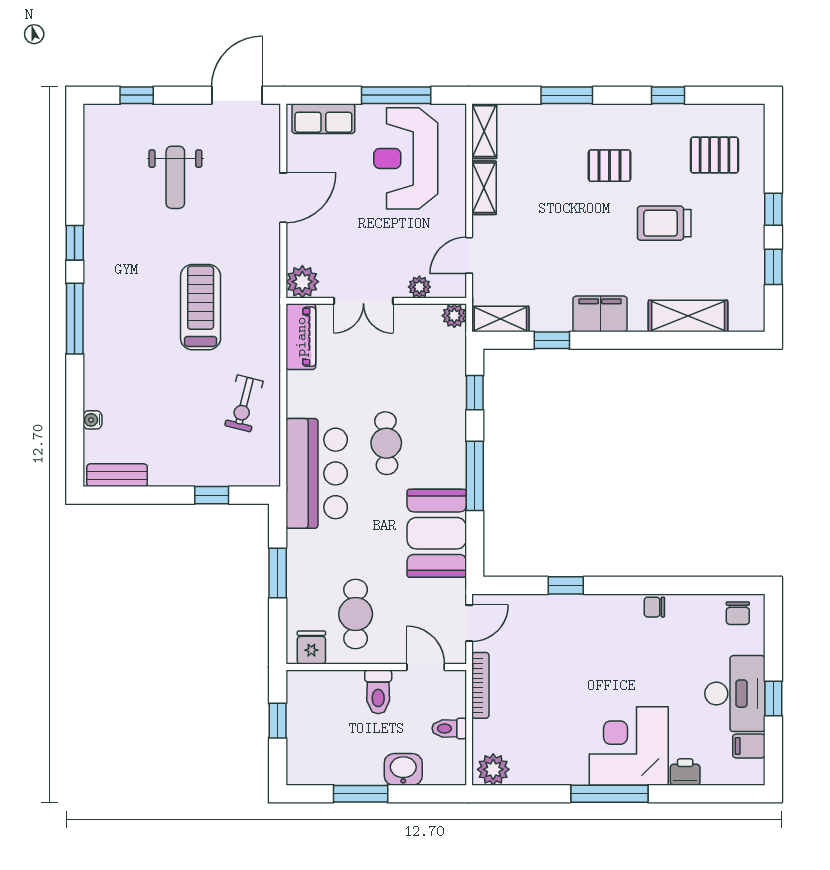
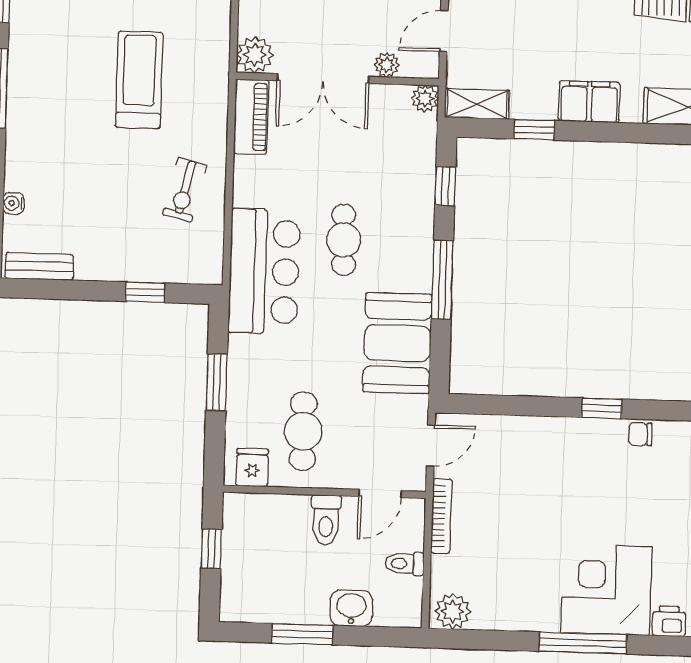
double door: (363, 301) -> (323, 79), width x1.37
window: (566, 585) -> (602, 408), moved
door: (426, 667) -> (380, 494), swing flipped

